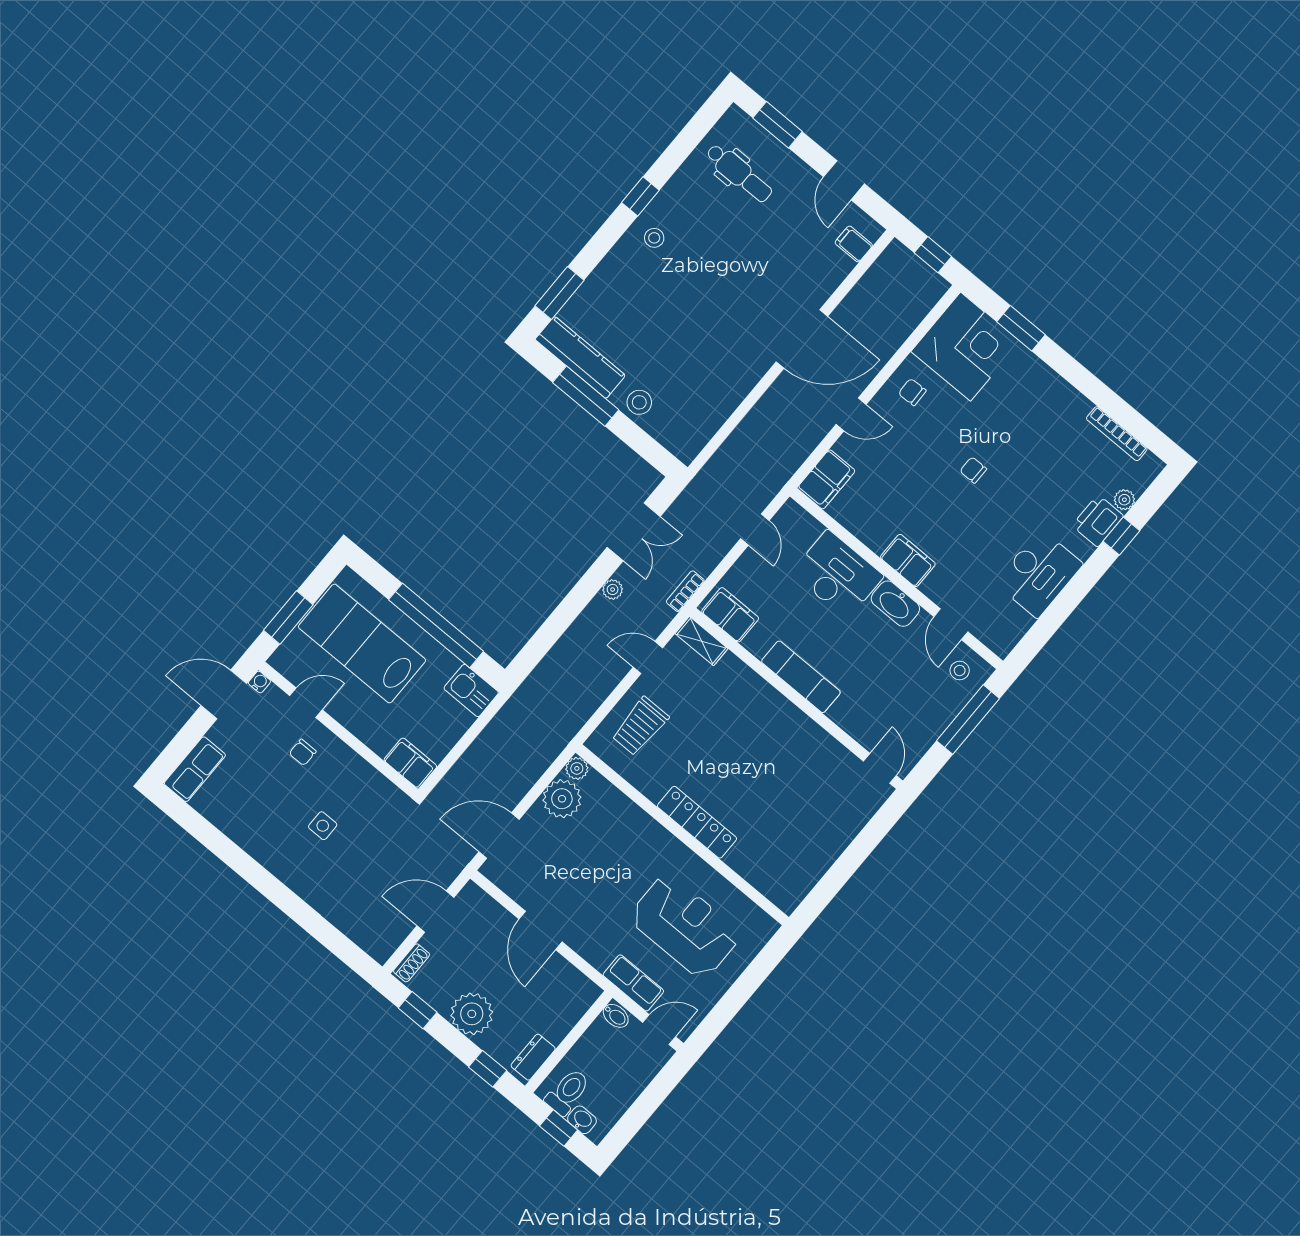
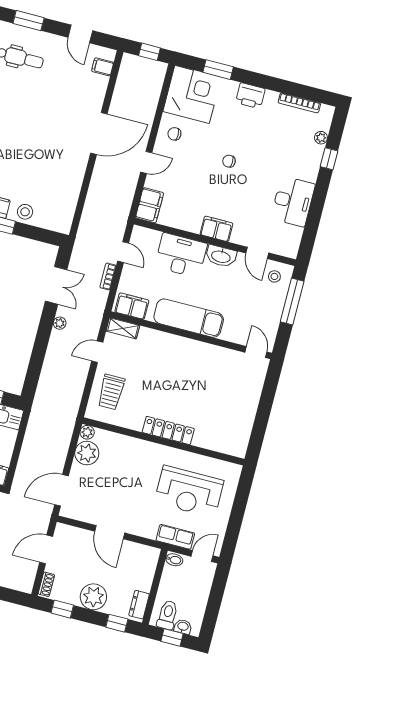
printer: (1098, 521) -> (250, 96), moved, turned -90
bookcase: (685, 591) -> (108, 276), moved
exam couch: (801, 677) -> (189, 318), width x1.36, depth x1.45
reception desk: (685, 926) -> (189, 492), turned 180

